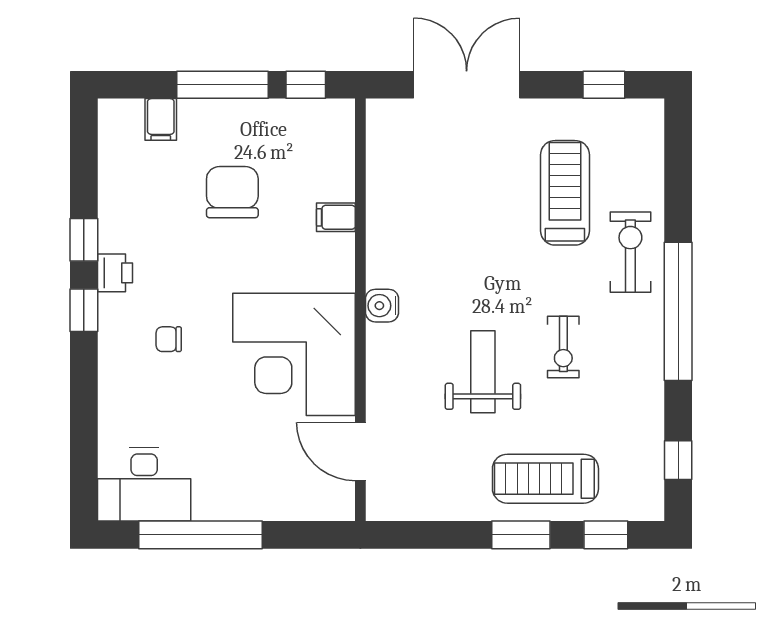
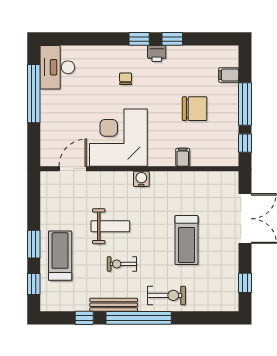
treadmill: (565, 193) -> (186, 240), moved, turned 90
bench: (650, 365) -> (114, 305), added
window: (678, 460) -> (84, 318), moved

